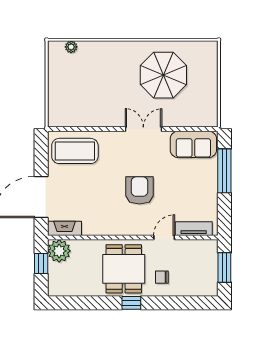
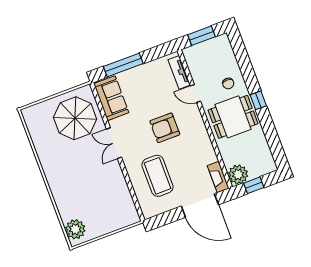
plant: (71, 47) -> (75, 229), width x1.88, depth x1.88
parasol: (163, 75) -> (75, 118), moved
coffee table: (75, 151) -> (157, 176), moved

